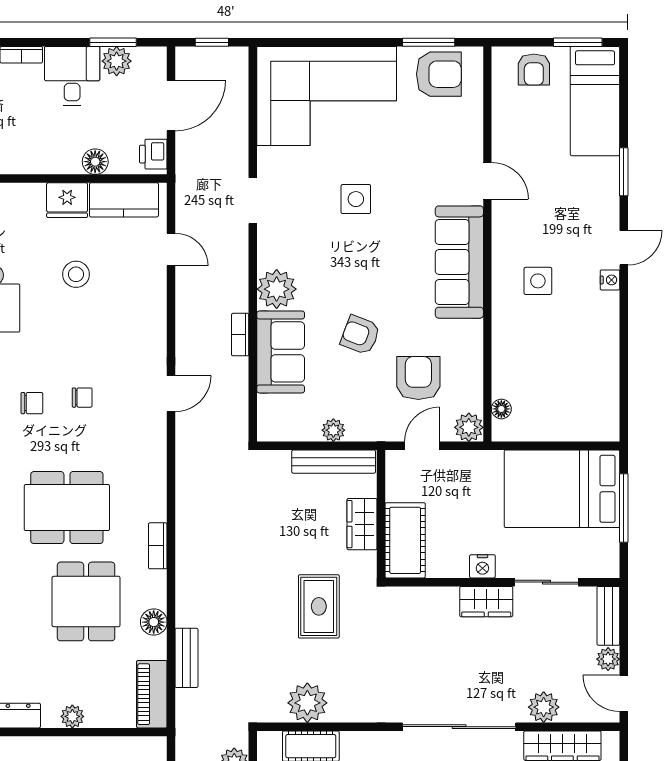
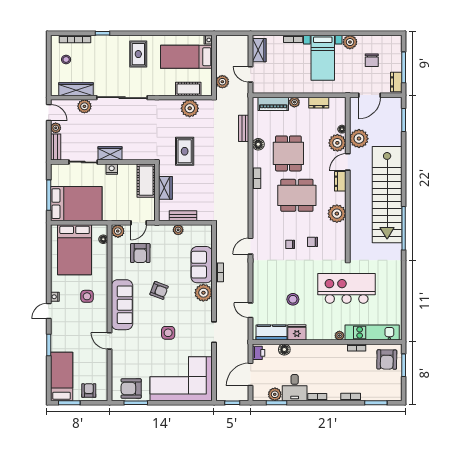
armchair: (360, 335) -> (159, 290), moved
bed: (566, 386) -> (75, 250), added
bench: (334, 462) -> (183, 216), width x0.73
piano: (152, 694) -> (273, 104), moved, turned 90

